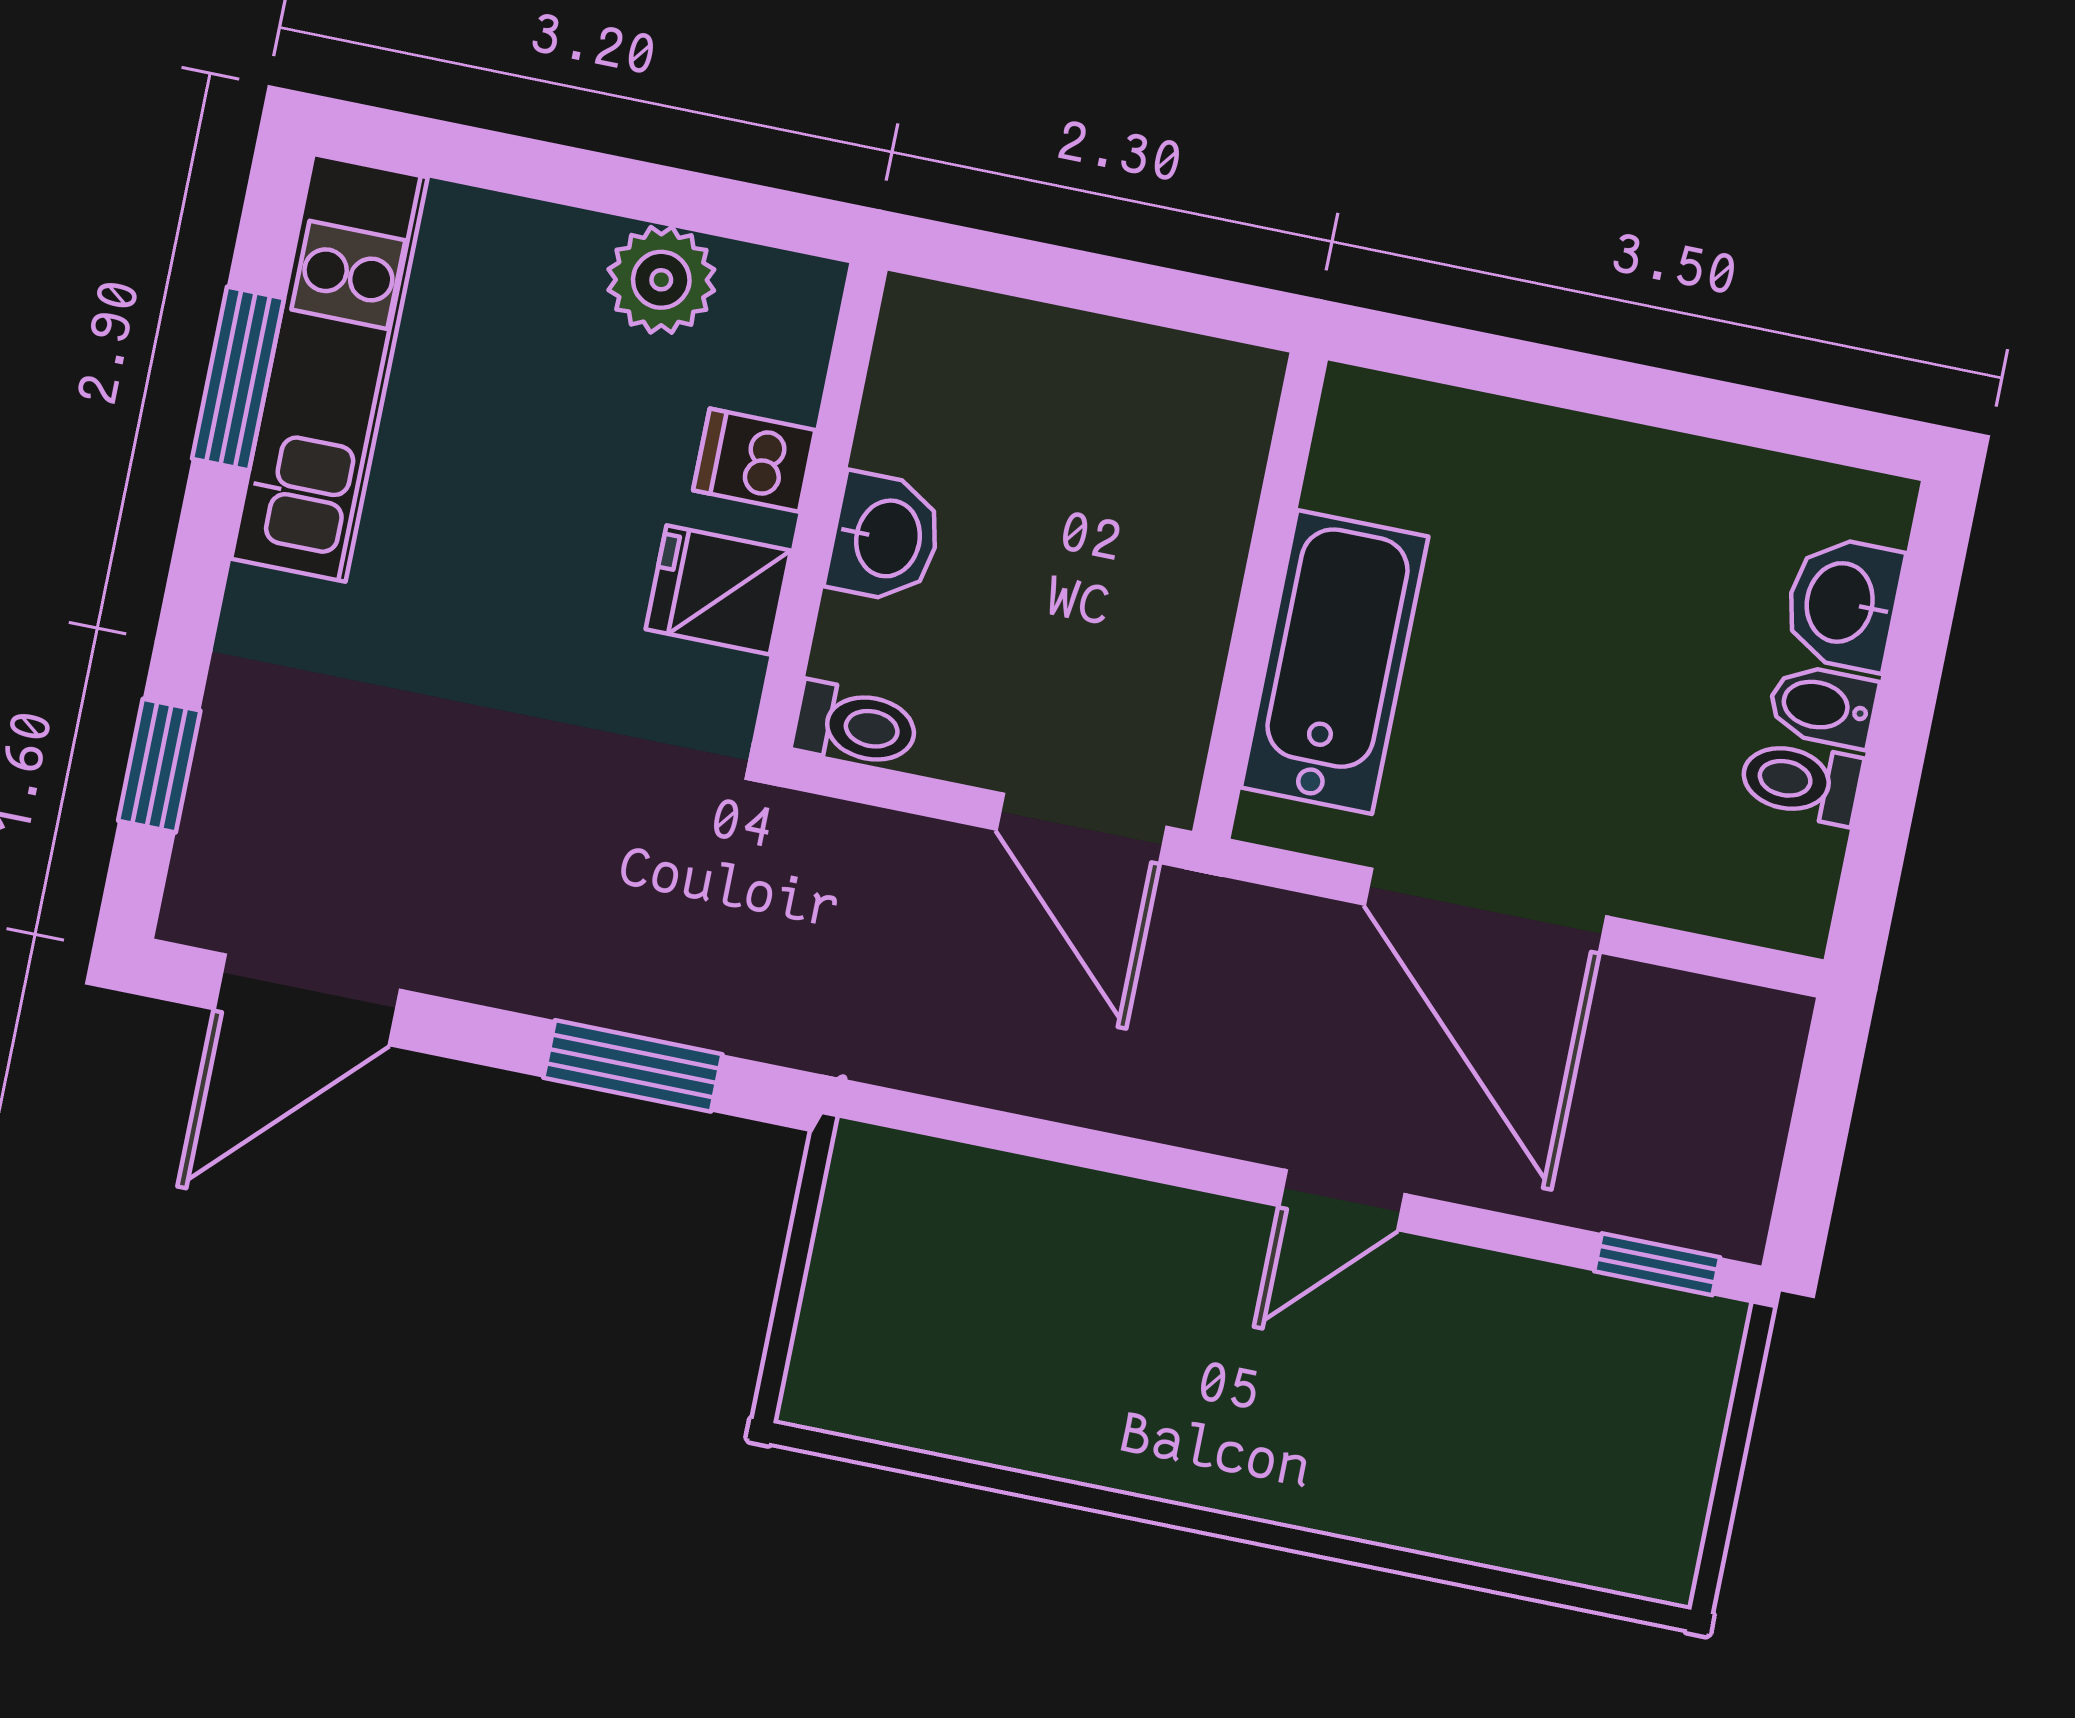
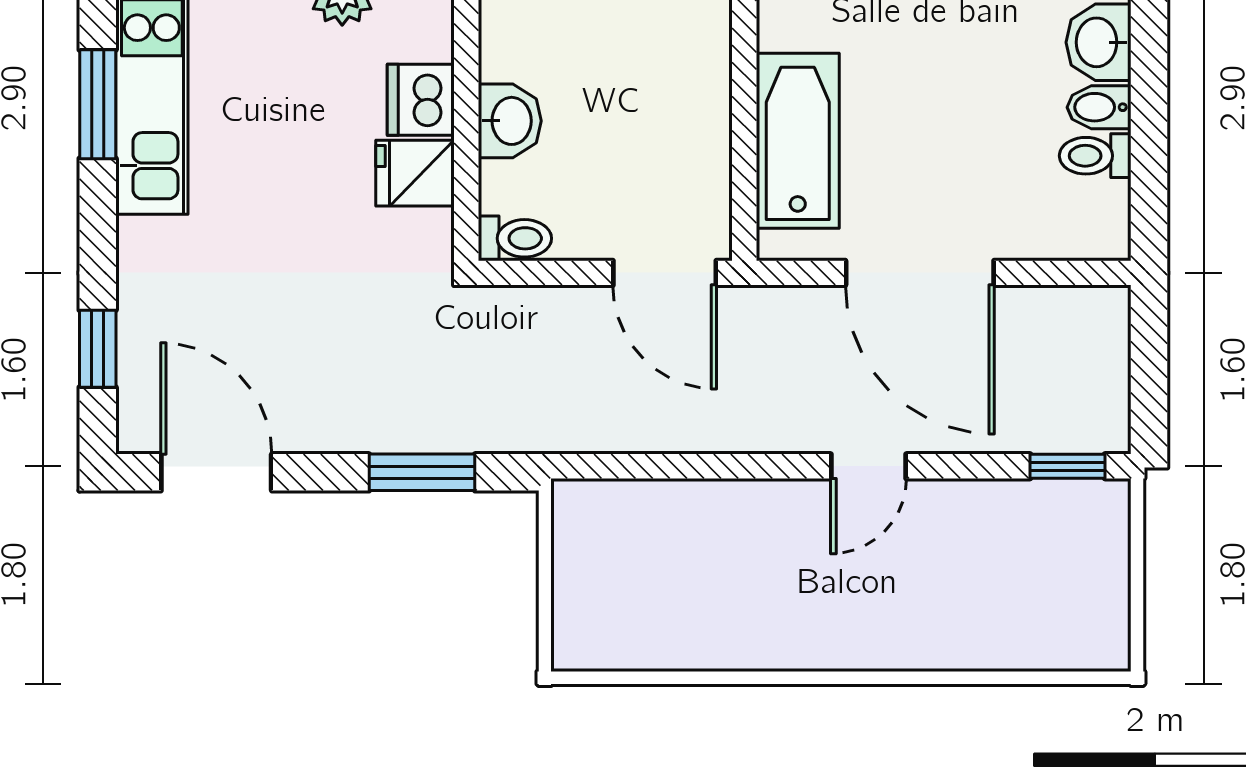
dishwasher: (754, 460) -> (421, 100), width x1.38
door: (307, 1000) -> (216, 472), swing flipped

